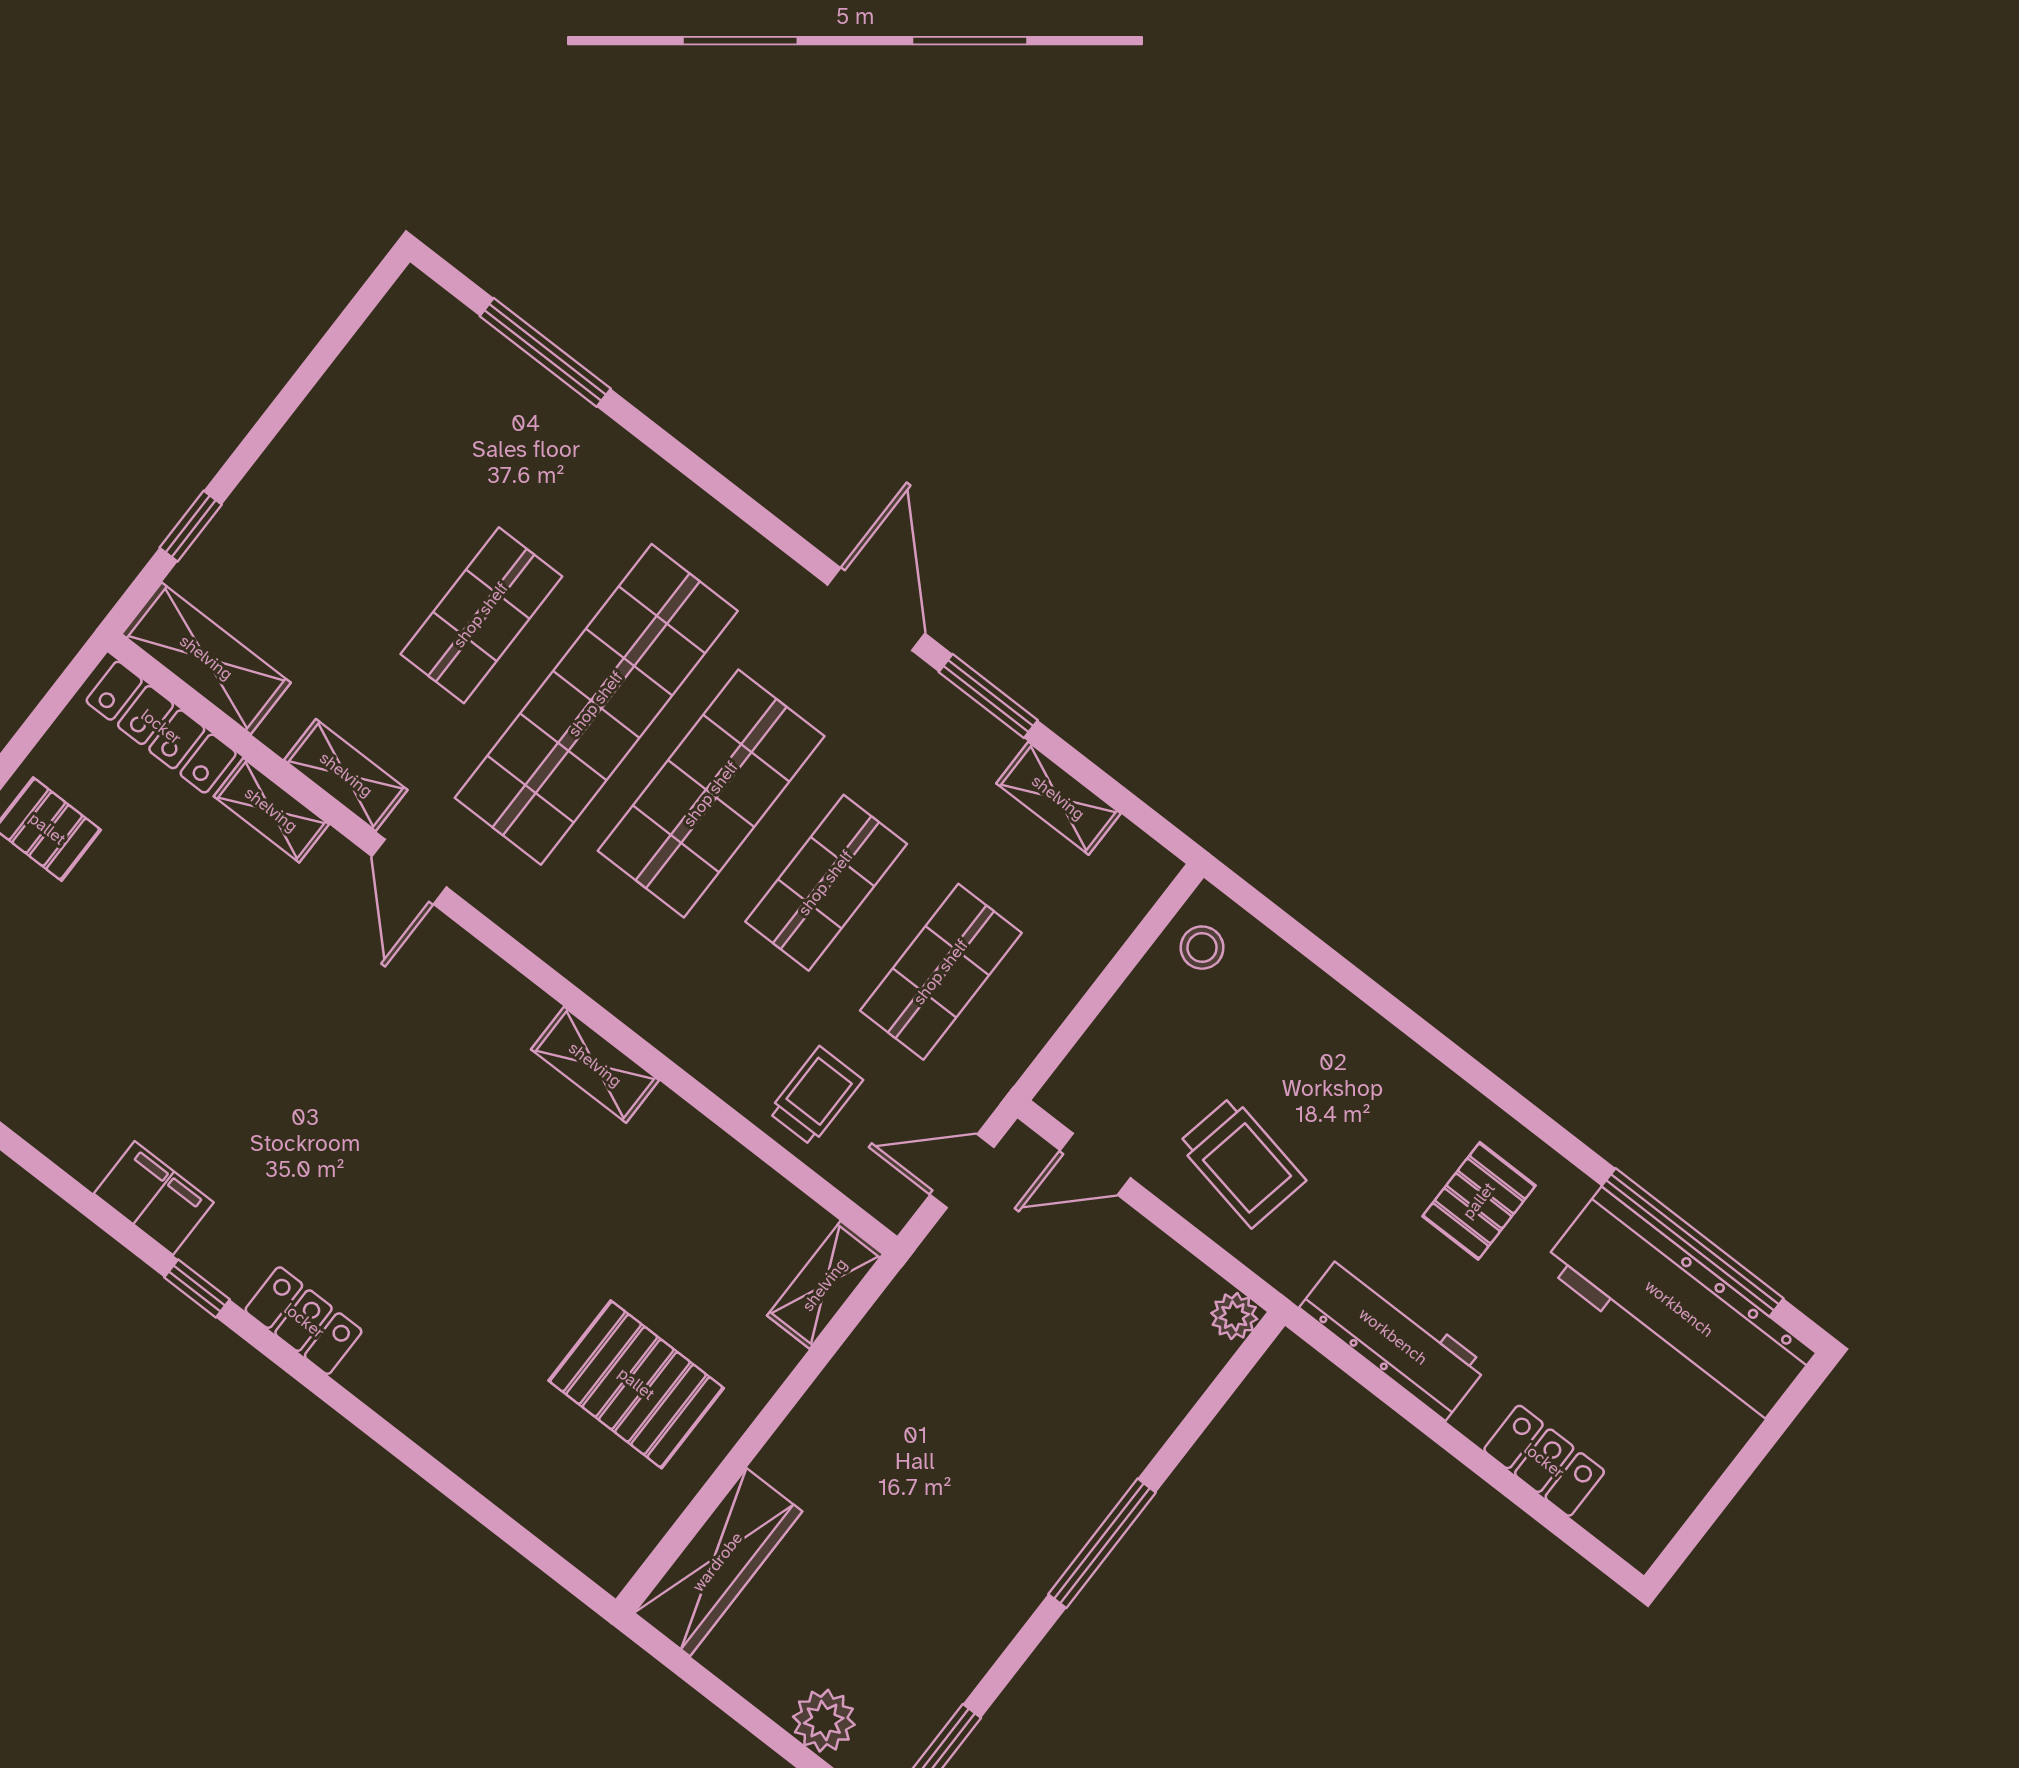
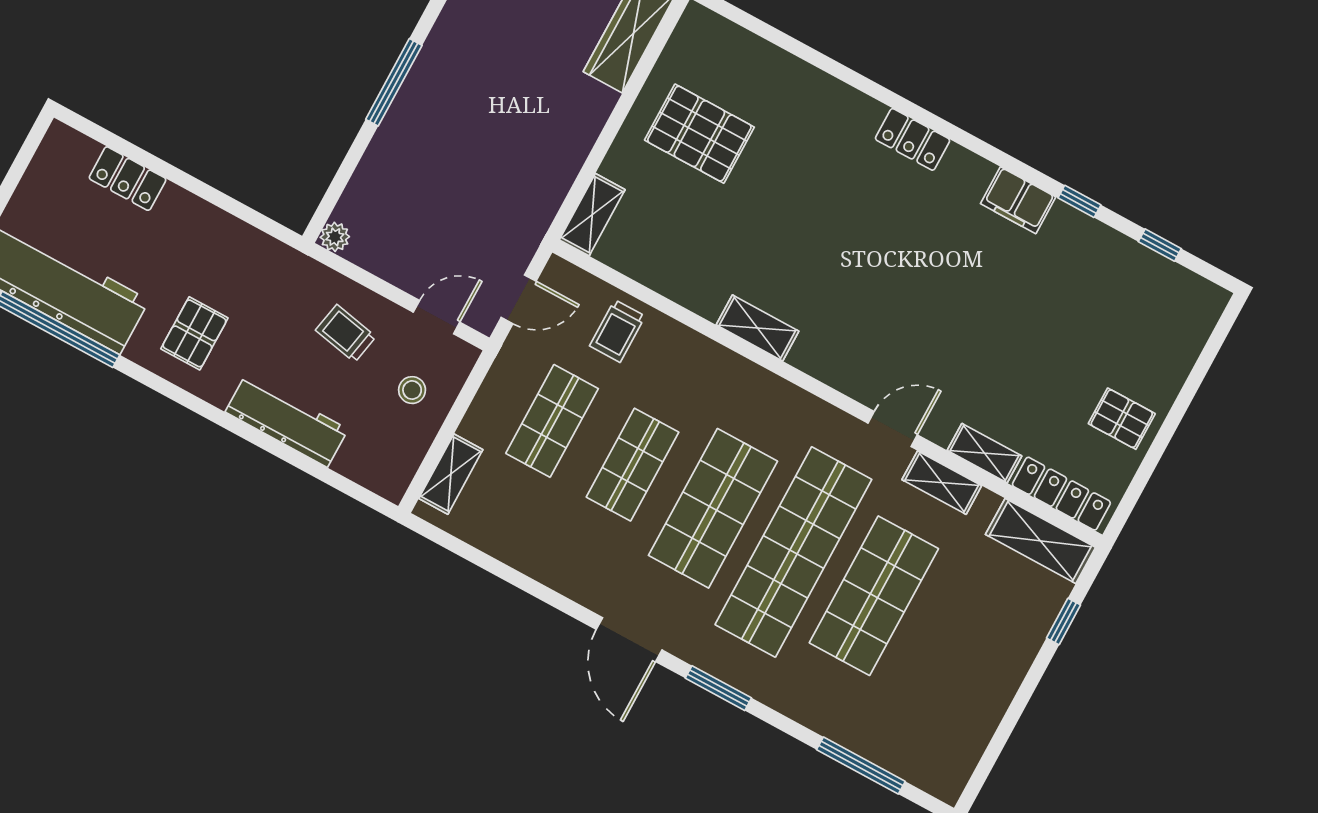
shop shelf: (481, 615) -> (874, 596), width x1.43, depth x1.36
window: (988, 696) -> (718, 688), moved
shelving: (1058, 798) -> (451, 474), moved, turned 90
door: (409, 872) -> (893, 429), hinge flipped
stool: (1202, 948) -> (412, 390), moved
trolley: (1242, 1162) -> (346, 333), width x0.73, depth x0.72
window: (197, 1288) -> (1079, 201), moved
workbench: (1393, 1337) -> (287, 421), moved, turned 180

